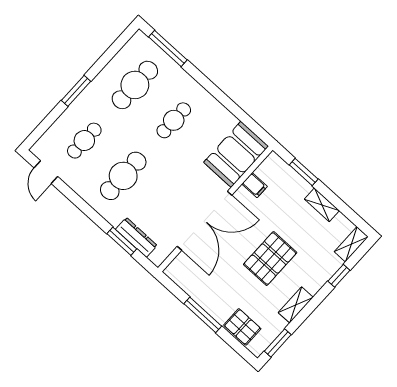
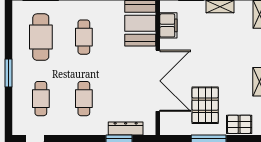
cafe table: (123, 176) -> (84, 99), width x0.73, depth x0.74
filing cabinet: (255, 185) -> (168, 25), width x2.00
pallet: (270, 259) -> (205, 105), moved

